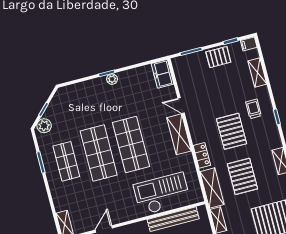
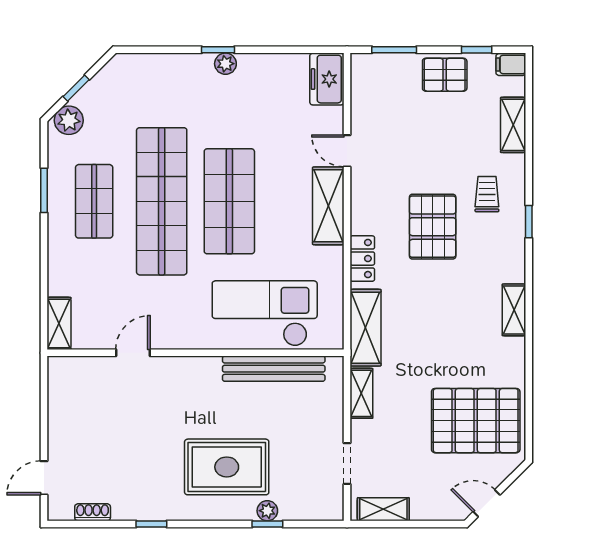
shop shelf: (99, 153) -> (162, 201), width x1.40
pallet: (242, 176) -> (431, 320), removed

